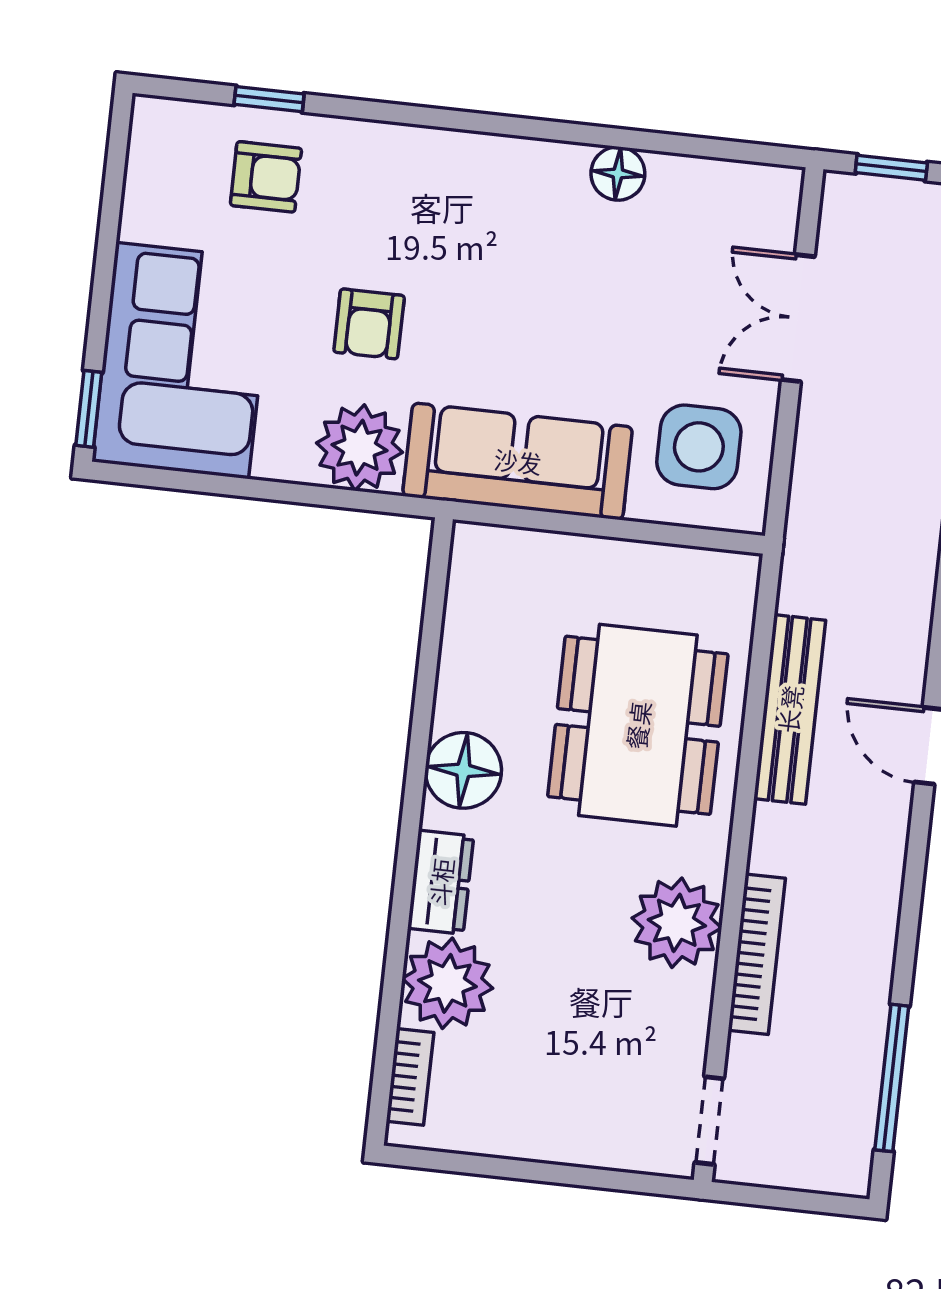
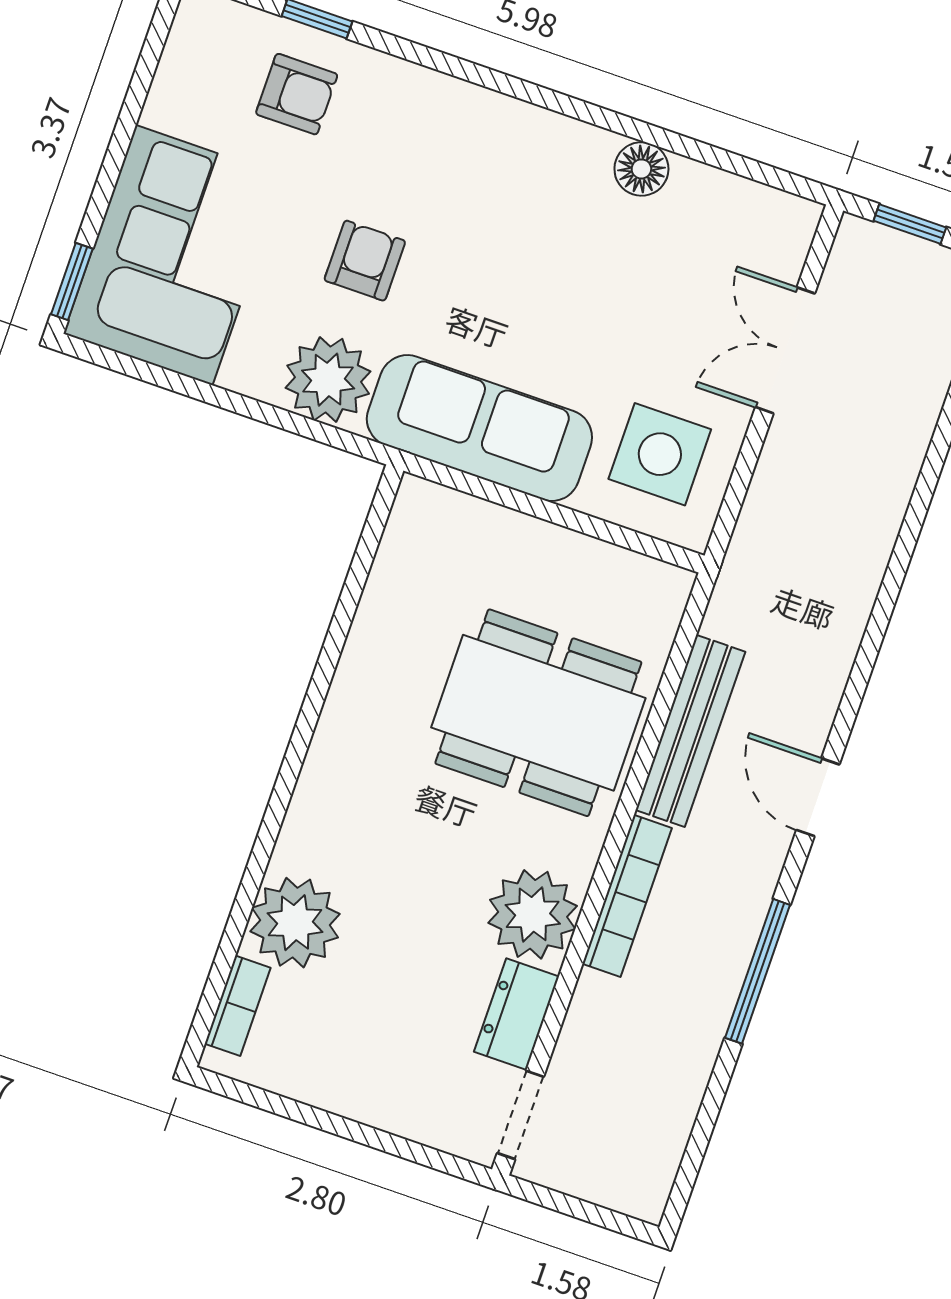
armchair: (369, 324) -> (365, 261), turned 180
dining table: (638, 725) -> (538, 713), turned 90
floor lamp: (463, 770) -> (358, 718), removed
dresser: (441, 882) -> (516, 1014), moved, turned 180
bookcase: (757, 954) -> (627, 896), moved
window: (892, 1078) -> (758, 971), moved

